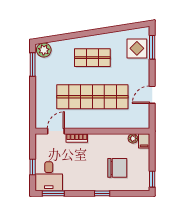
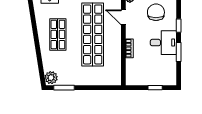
door: (56, 131) -> (123, 17), moved
desk: (49, 176) -> (163, 43), moved
window: (53, 193) -> (179, 52), moved

